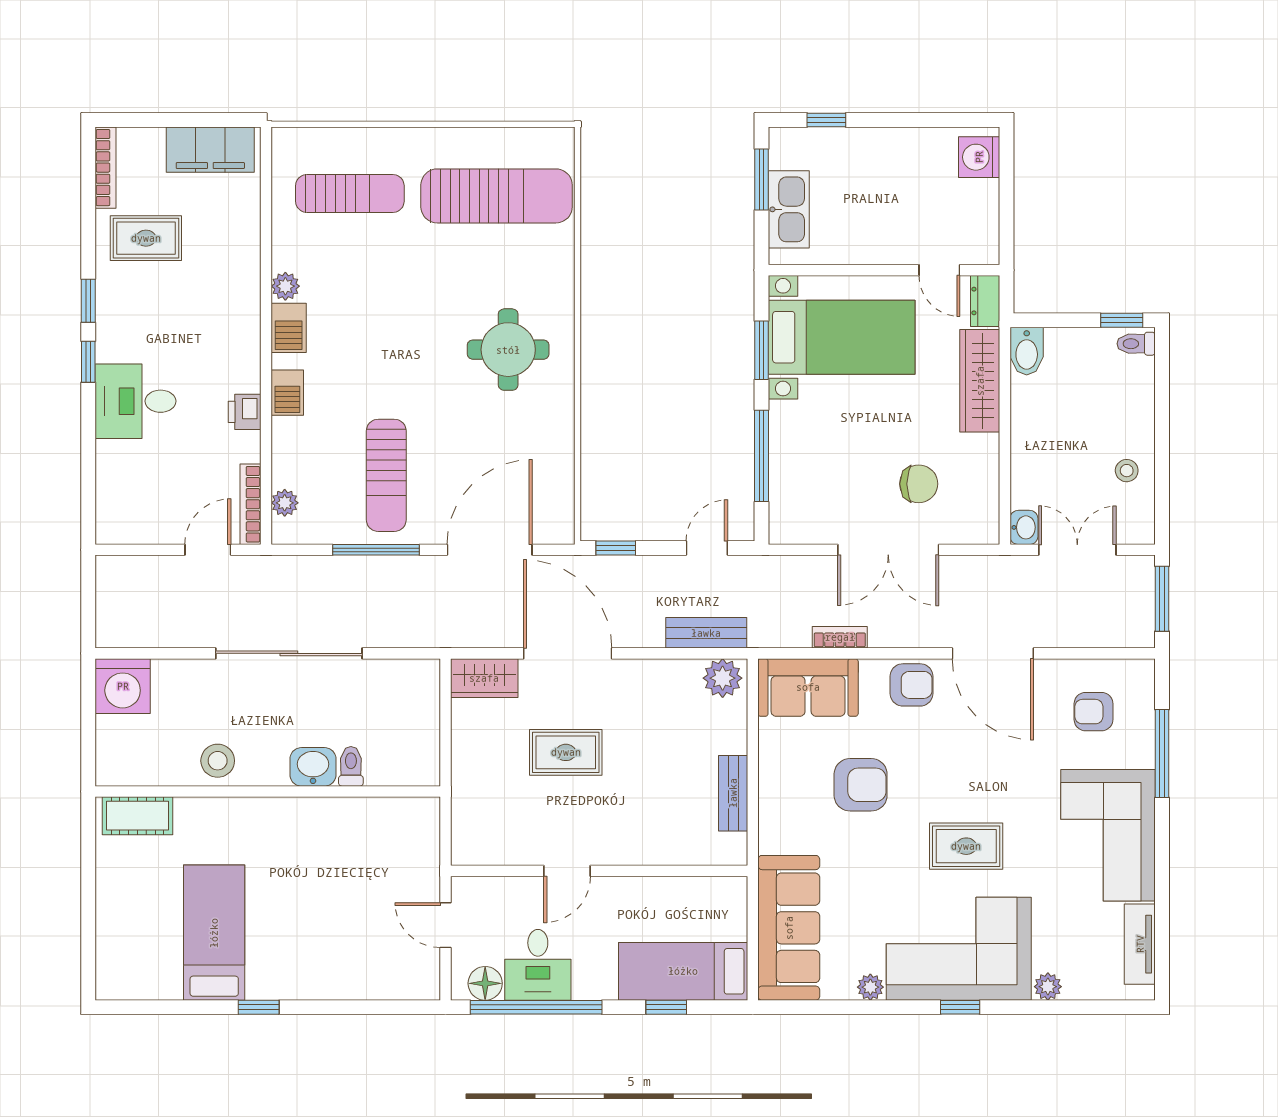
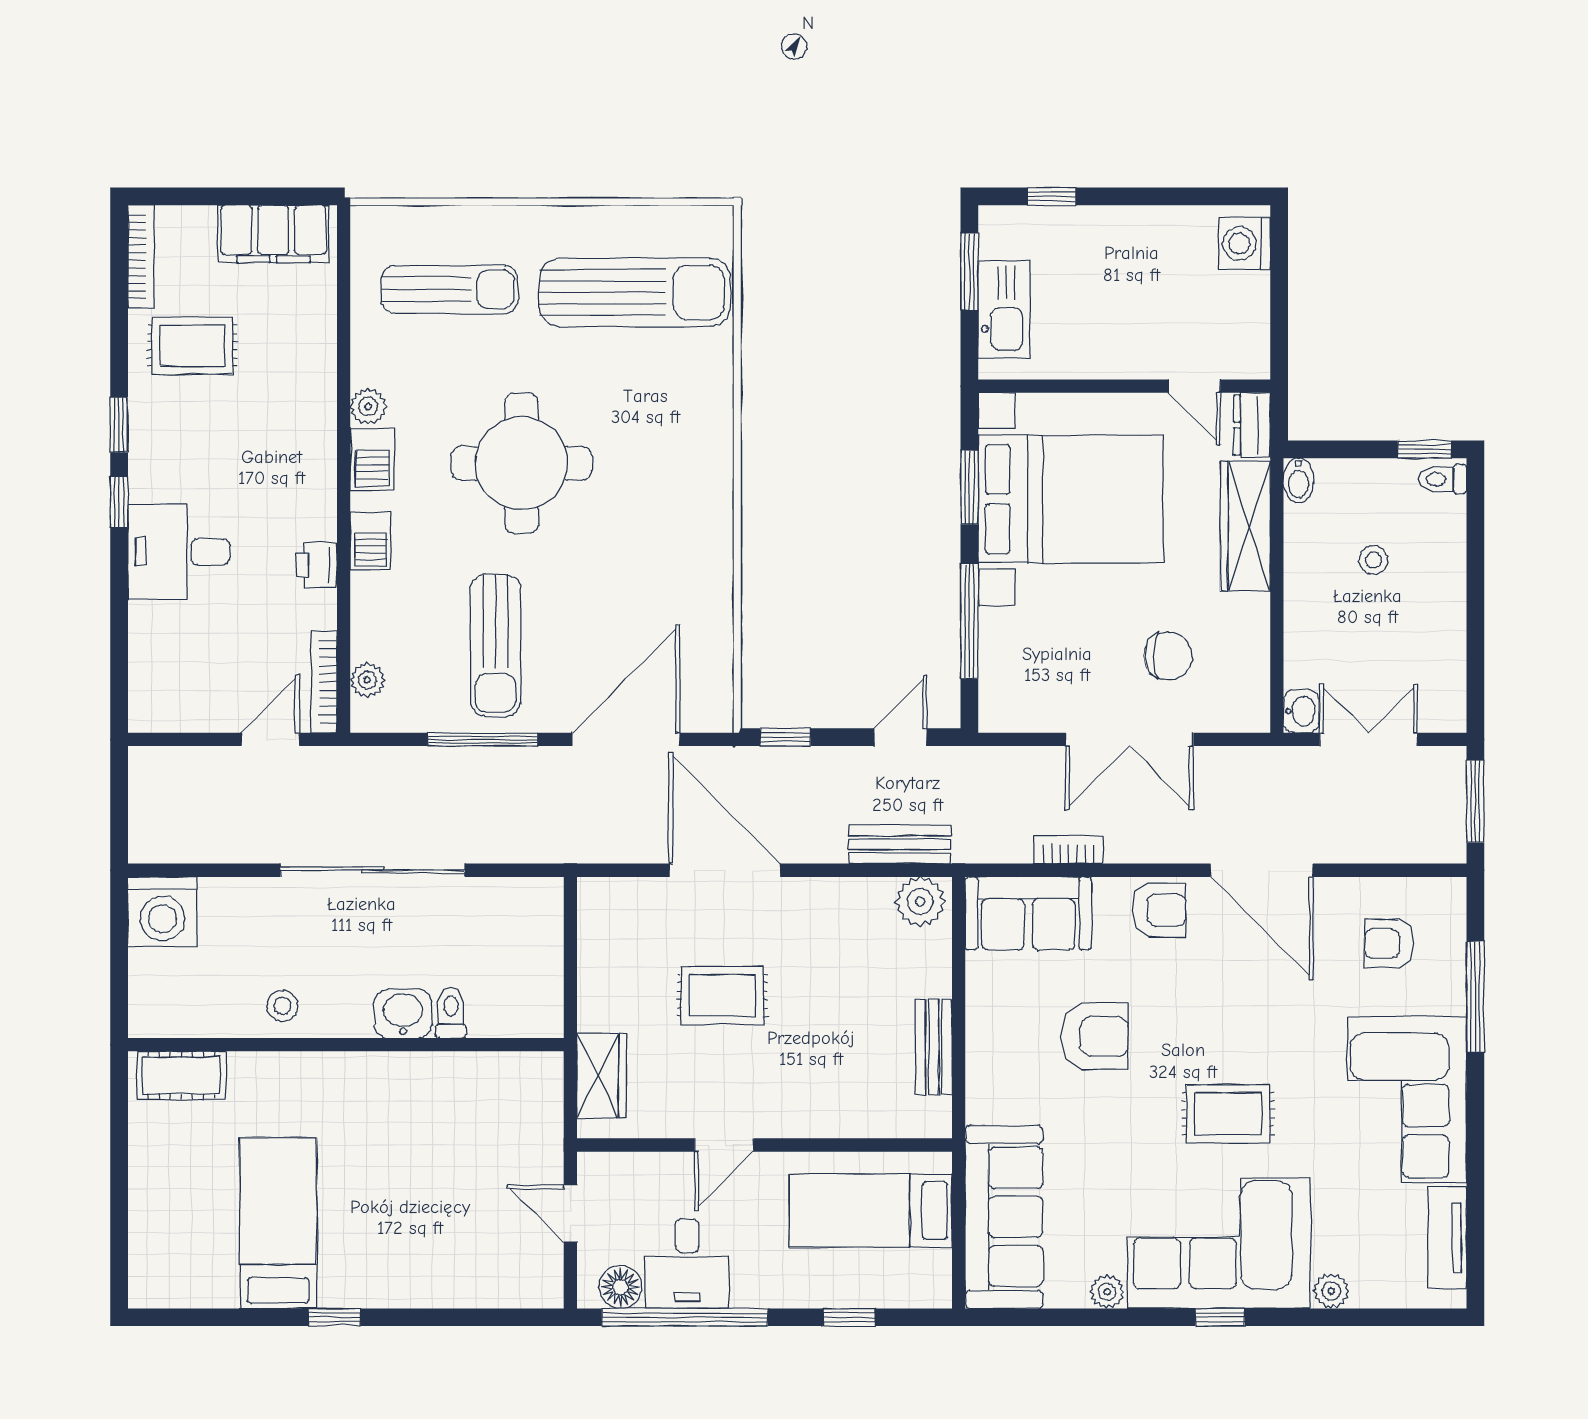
bed with nightstands: (842, 337) -> (1071, 499), width x1.36
round table: (508, 350) -> (522, 463), moved, width x1.36, depth x1.36
bidet: (1027, 351) -> (1299, 480), width x0.72, depth x0.74
stool: (1127, 471) -> (1373, 560), moved
wardrobe: (484, 678) -> (602, 1075), moved, turned -90
stool: (218, 761) -> (283, 1006), width x0.73, depth x0.73
bed: (683, 971) -> (871, 1210), moved

